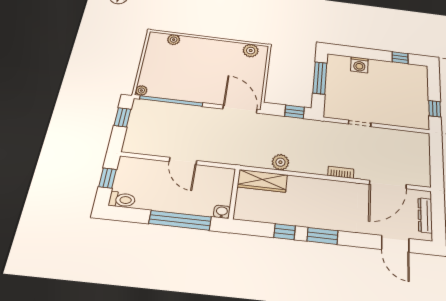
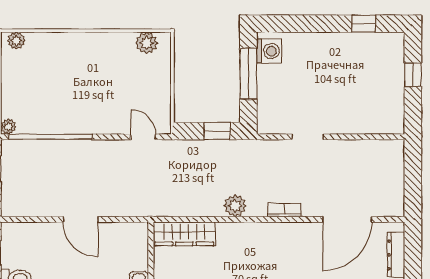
plant: (174, 40) -> (16, 41), moved
washing machine: (359, 65) -> (269, 51), moved, turned -90
door: (240, 109) -> (143, 137), width x0.53
window: (435, 109) -> (413, 75), moved
plant: (280, 162) -> (235, 206), moved

